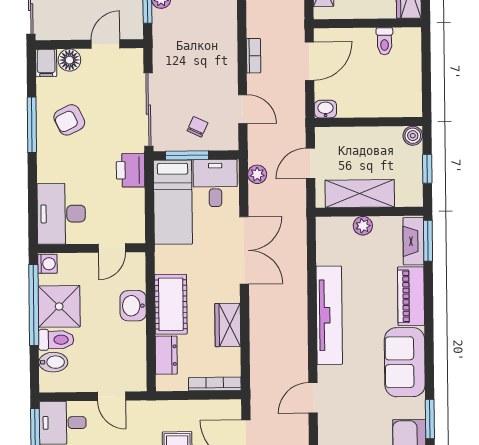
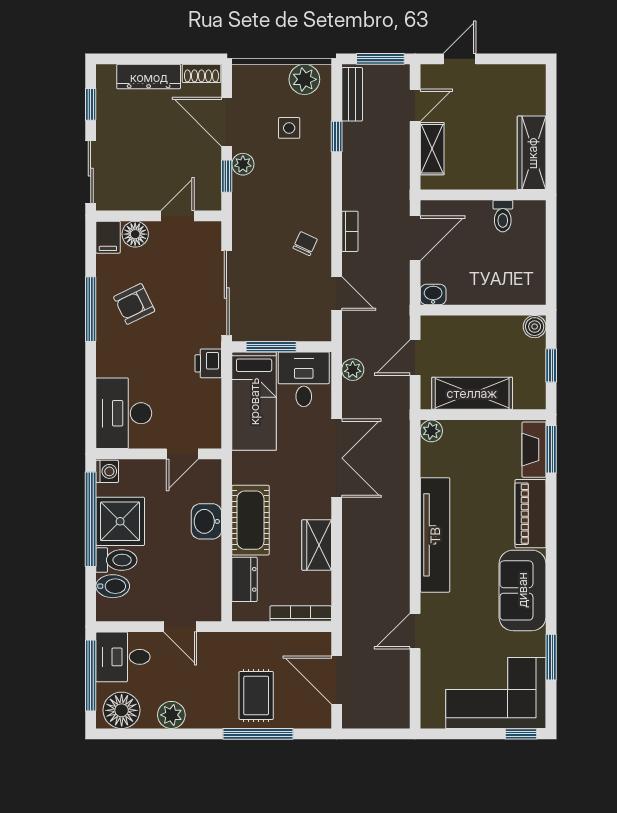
chair: (198, 127) -> (305, 244), moved
printer: (131, 170) -> (208, 363), width x0.73, depth x0.81
plant: (363, 226) -> (431, 431), moved

